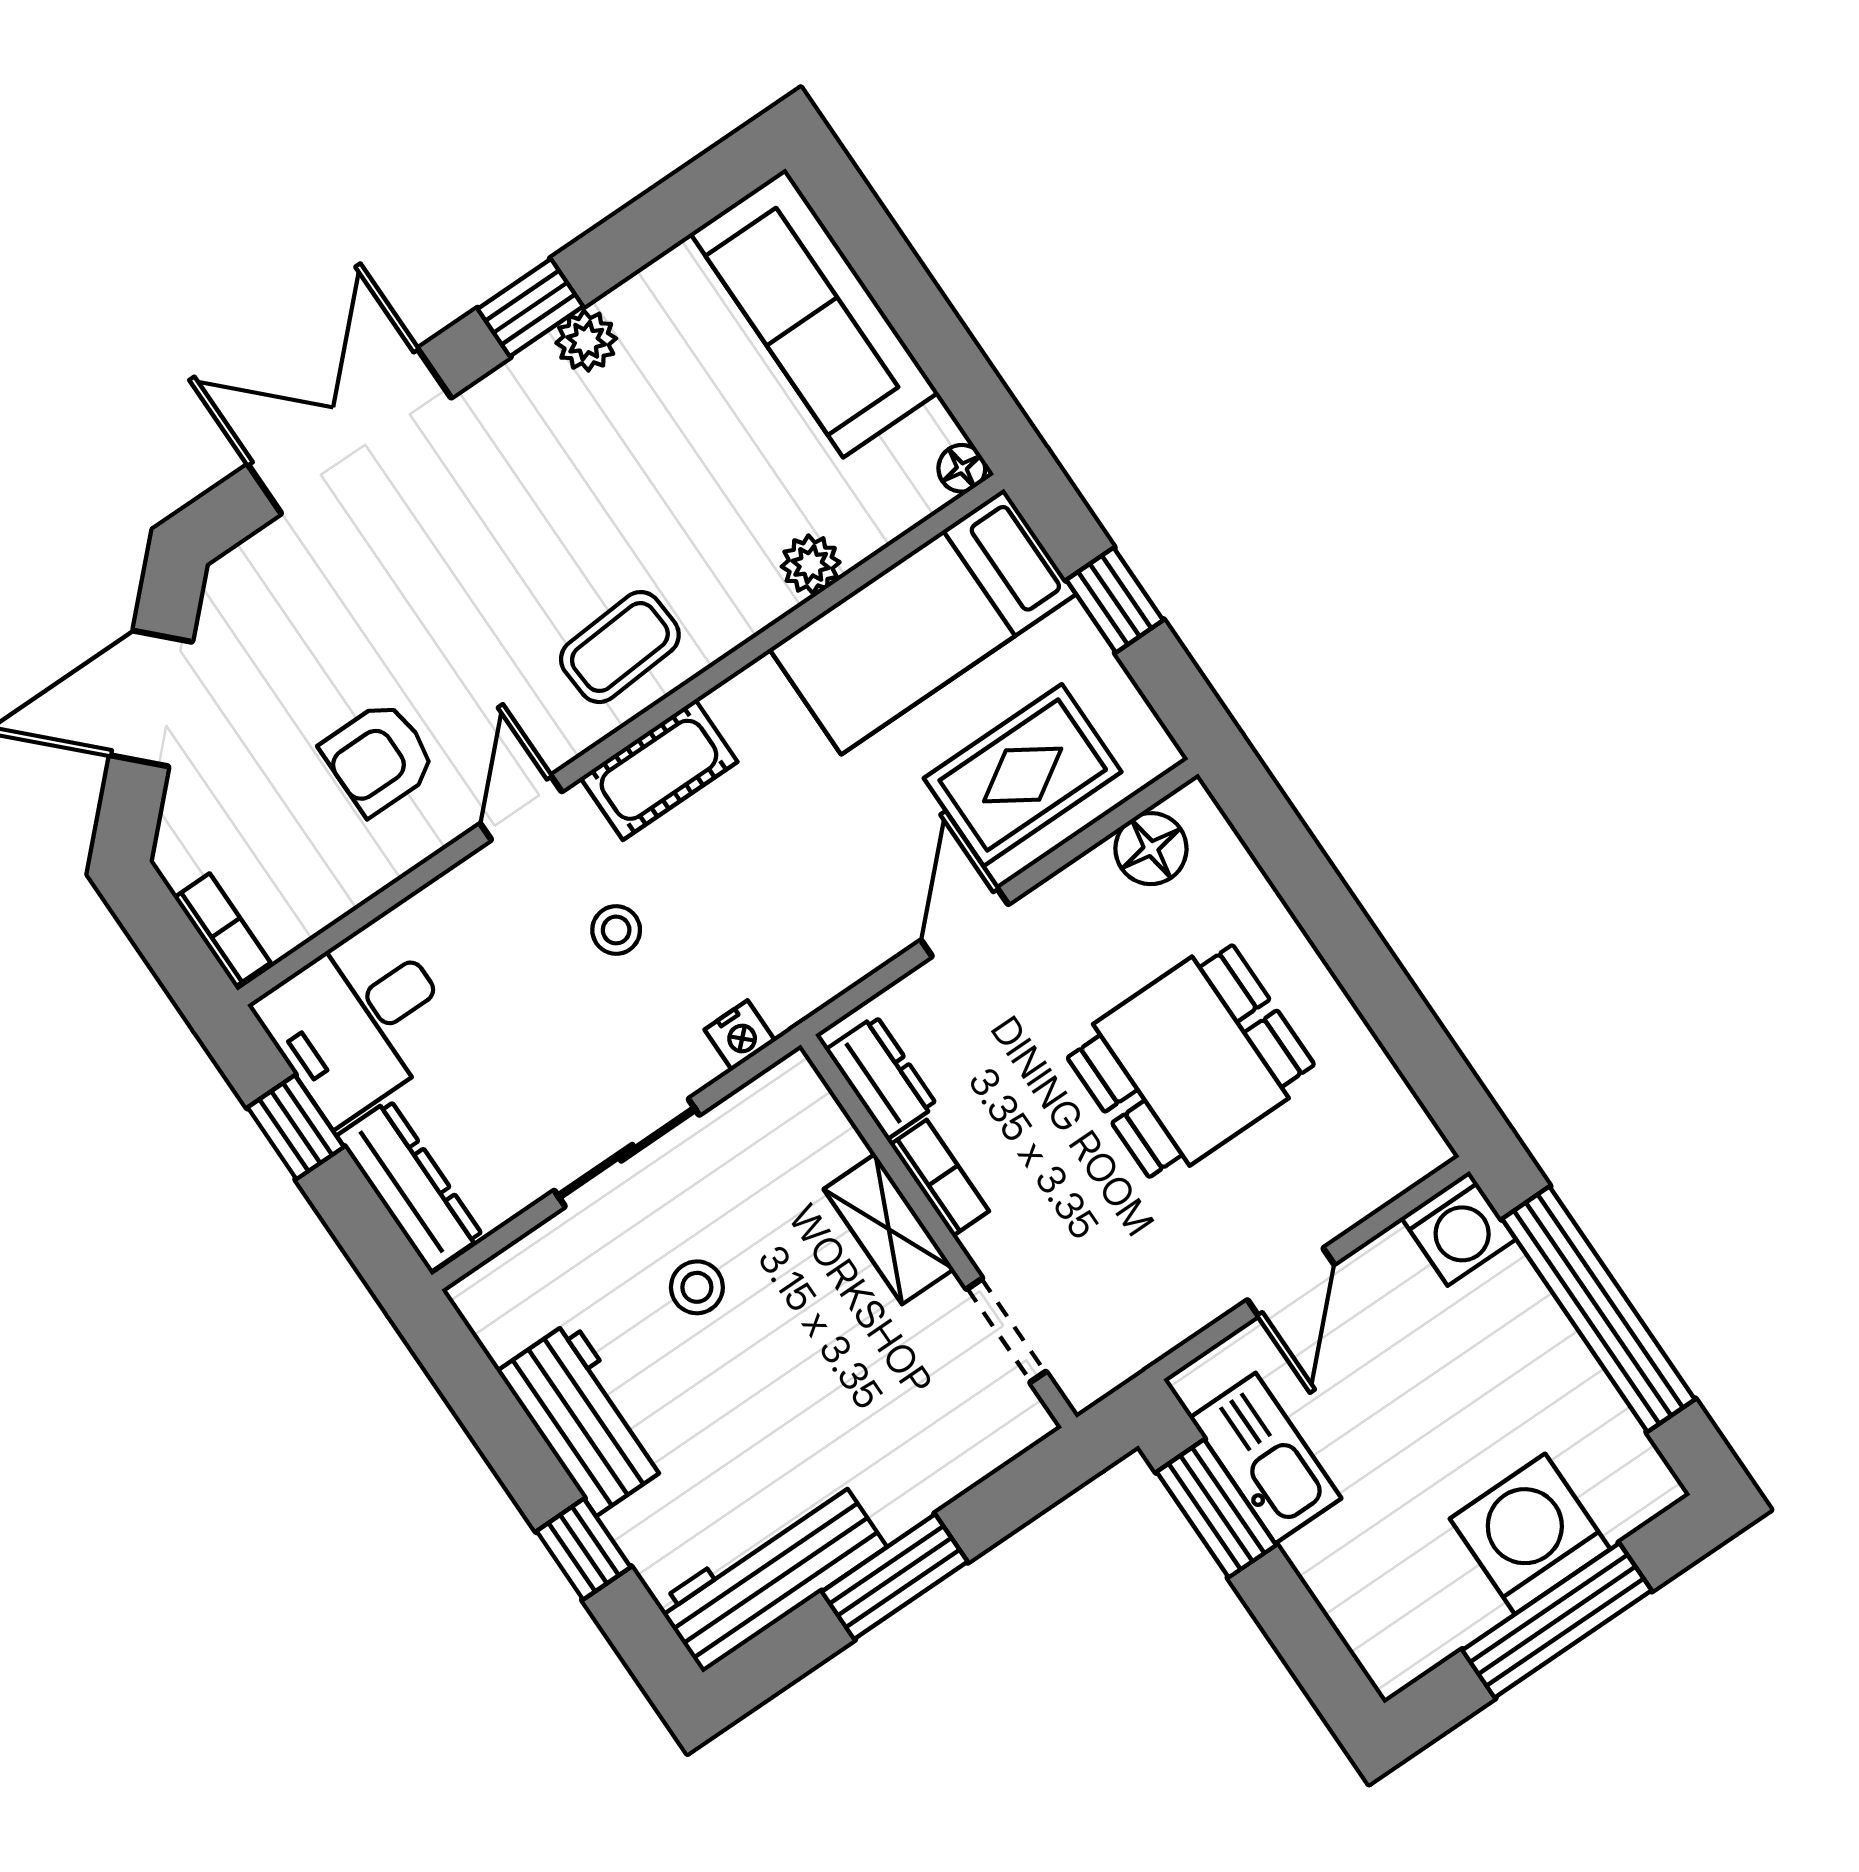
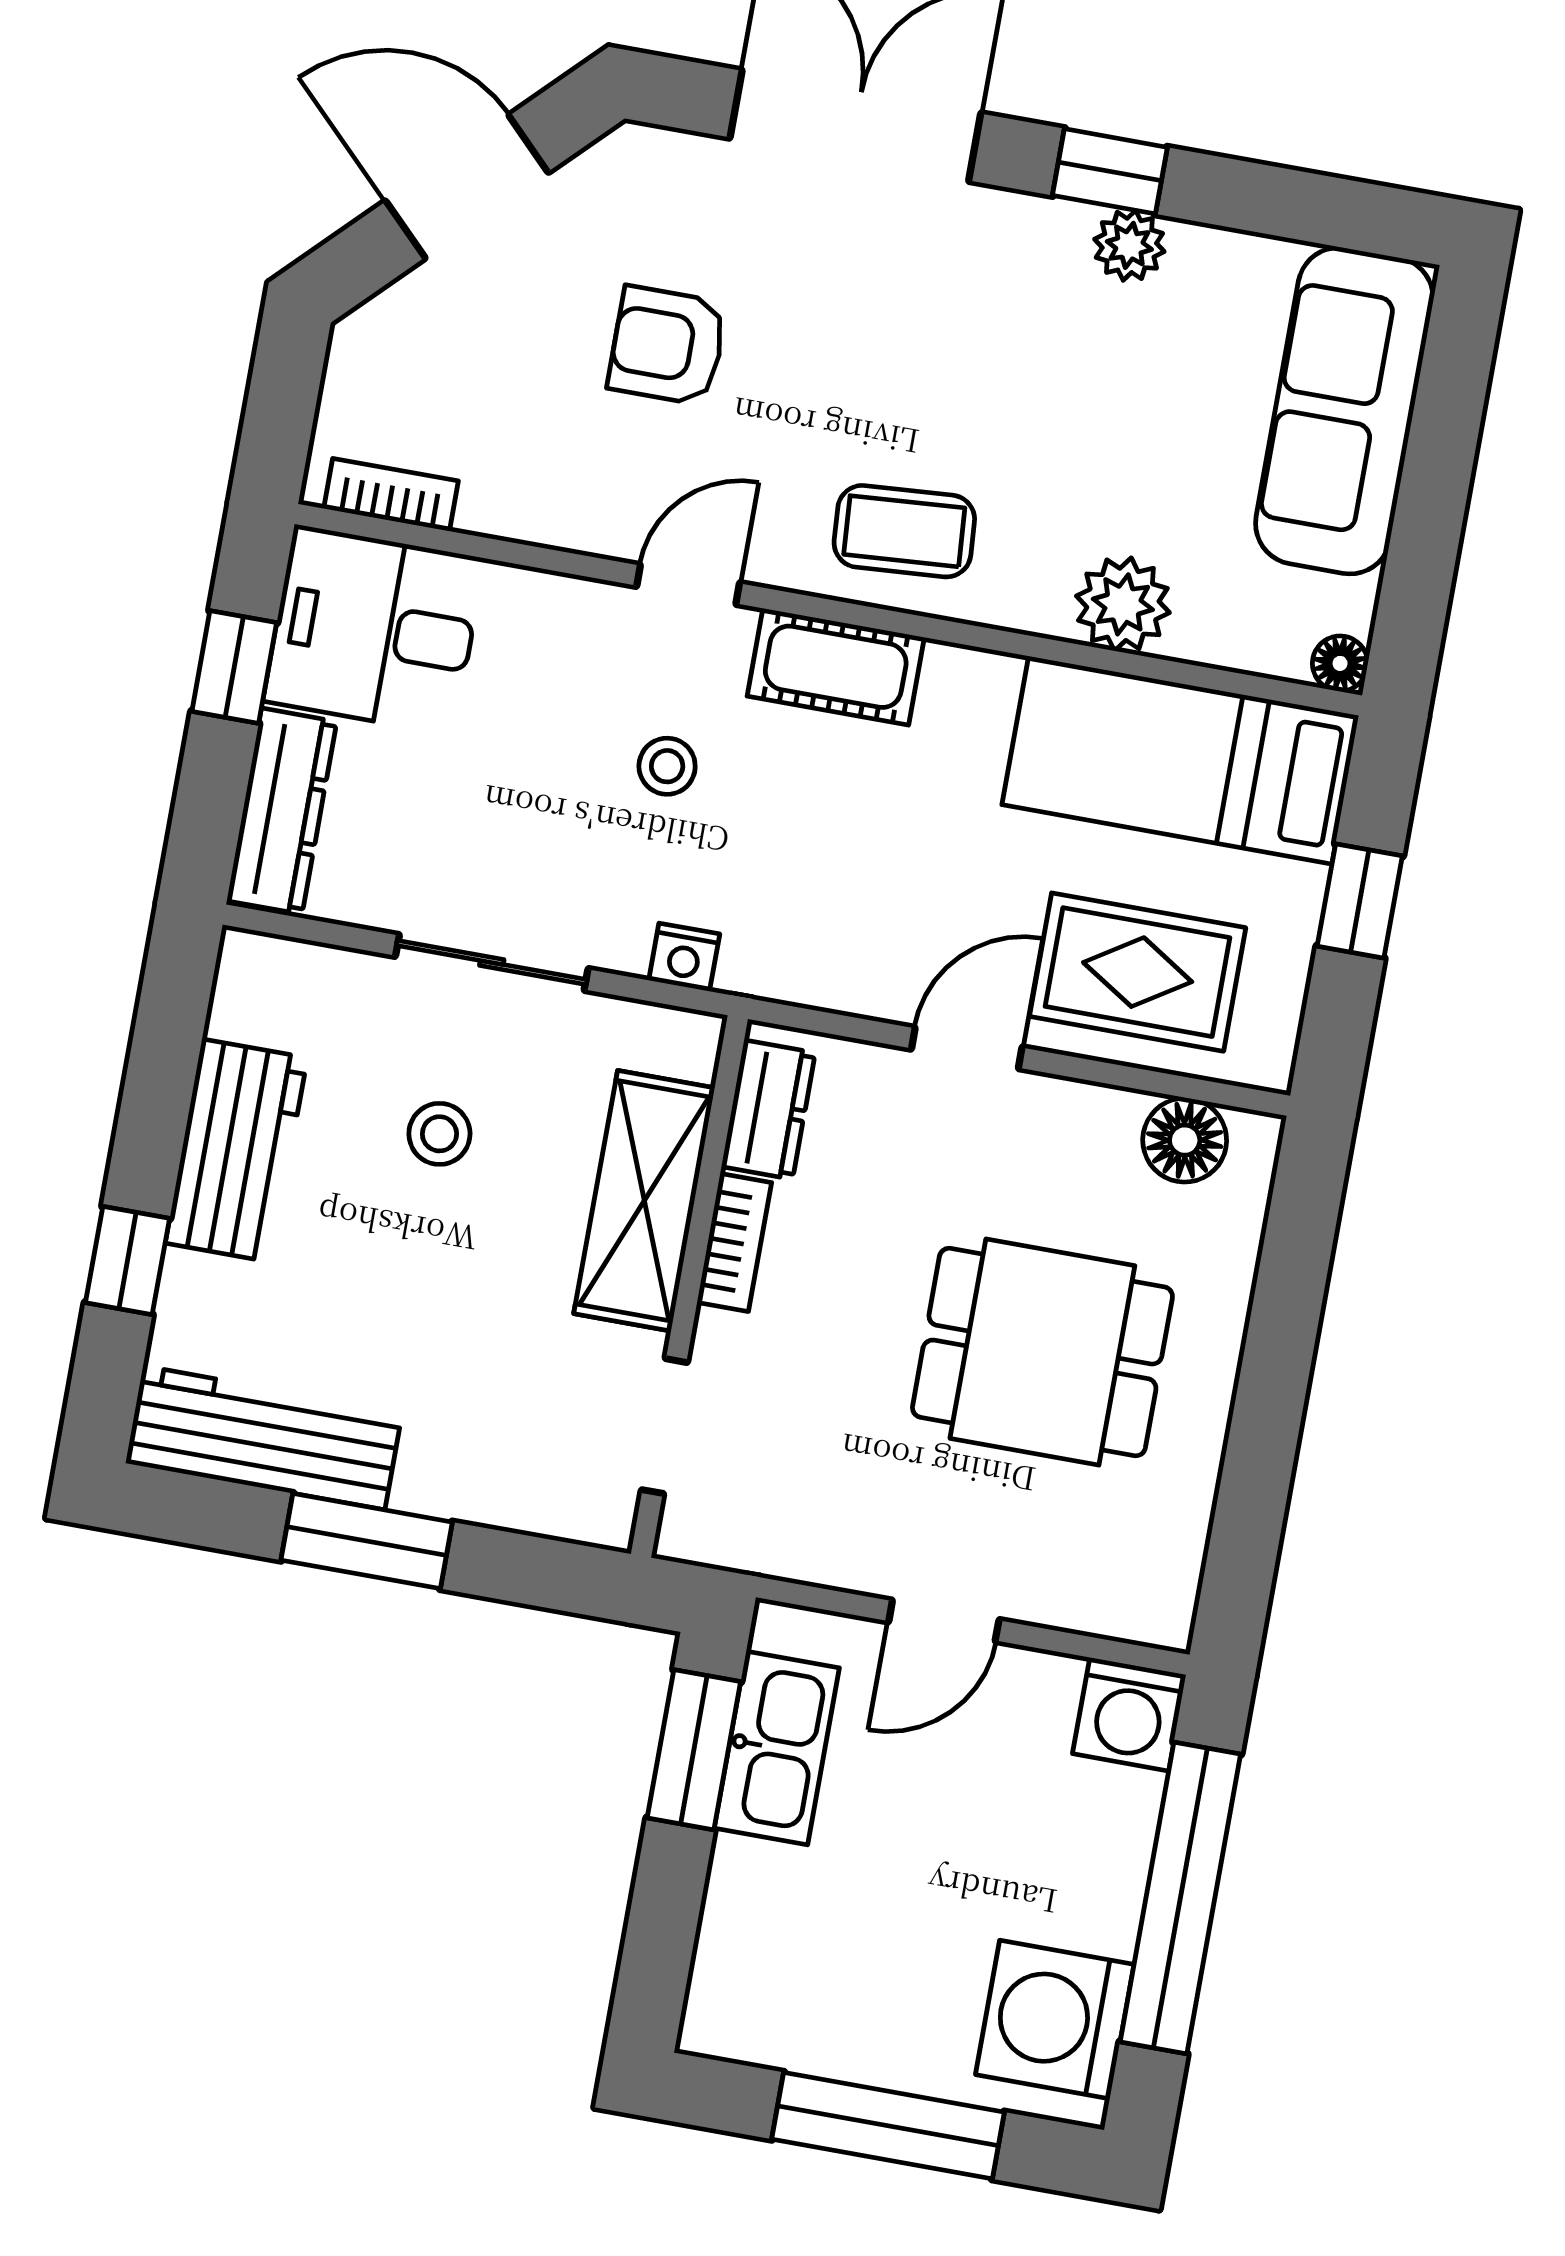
plant: (811, 564) -> (1123, 604), width x1.38, depth x1.38
armchair: (379, 758) -> (667, 346), moved
bookcase: (222, 930) -> (391, 495), moved, turned -90
shelving: (889, 1229) -> (644, 1201), width x1.50, depth x1.33
washing machine: (1530, 1534) -> (1055, 2020), moved, turned -90

